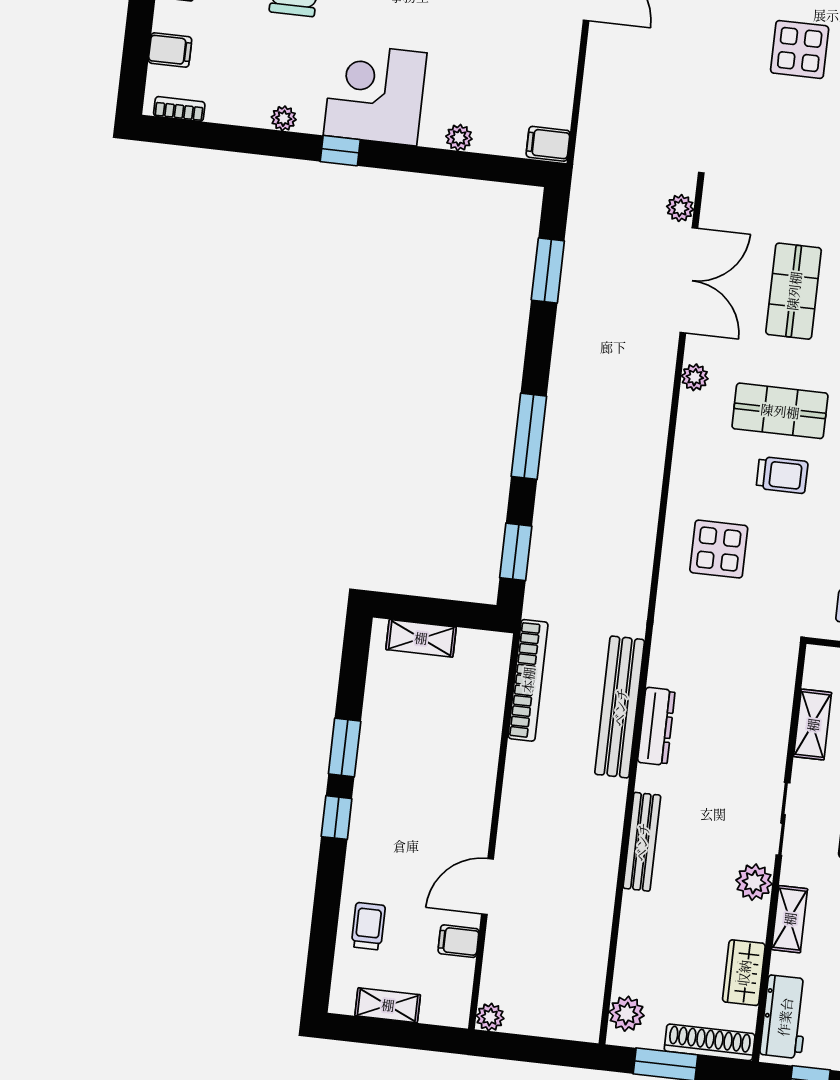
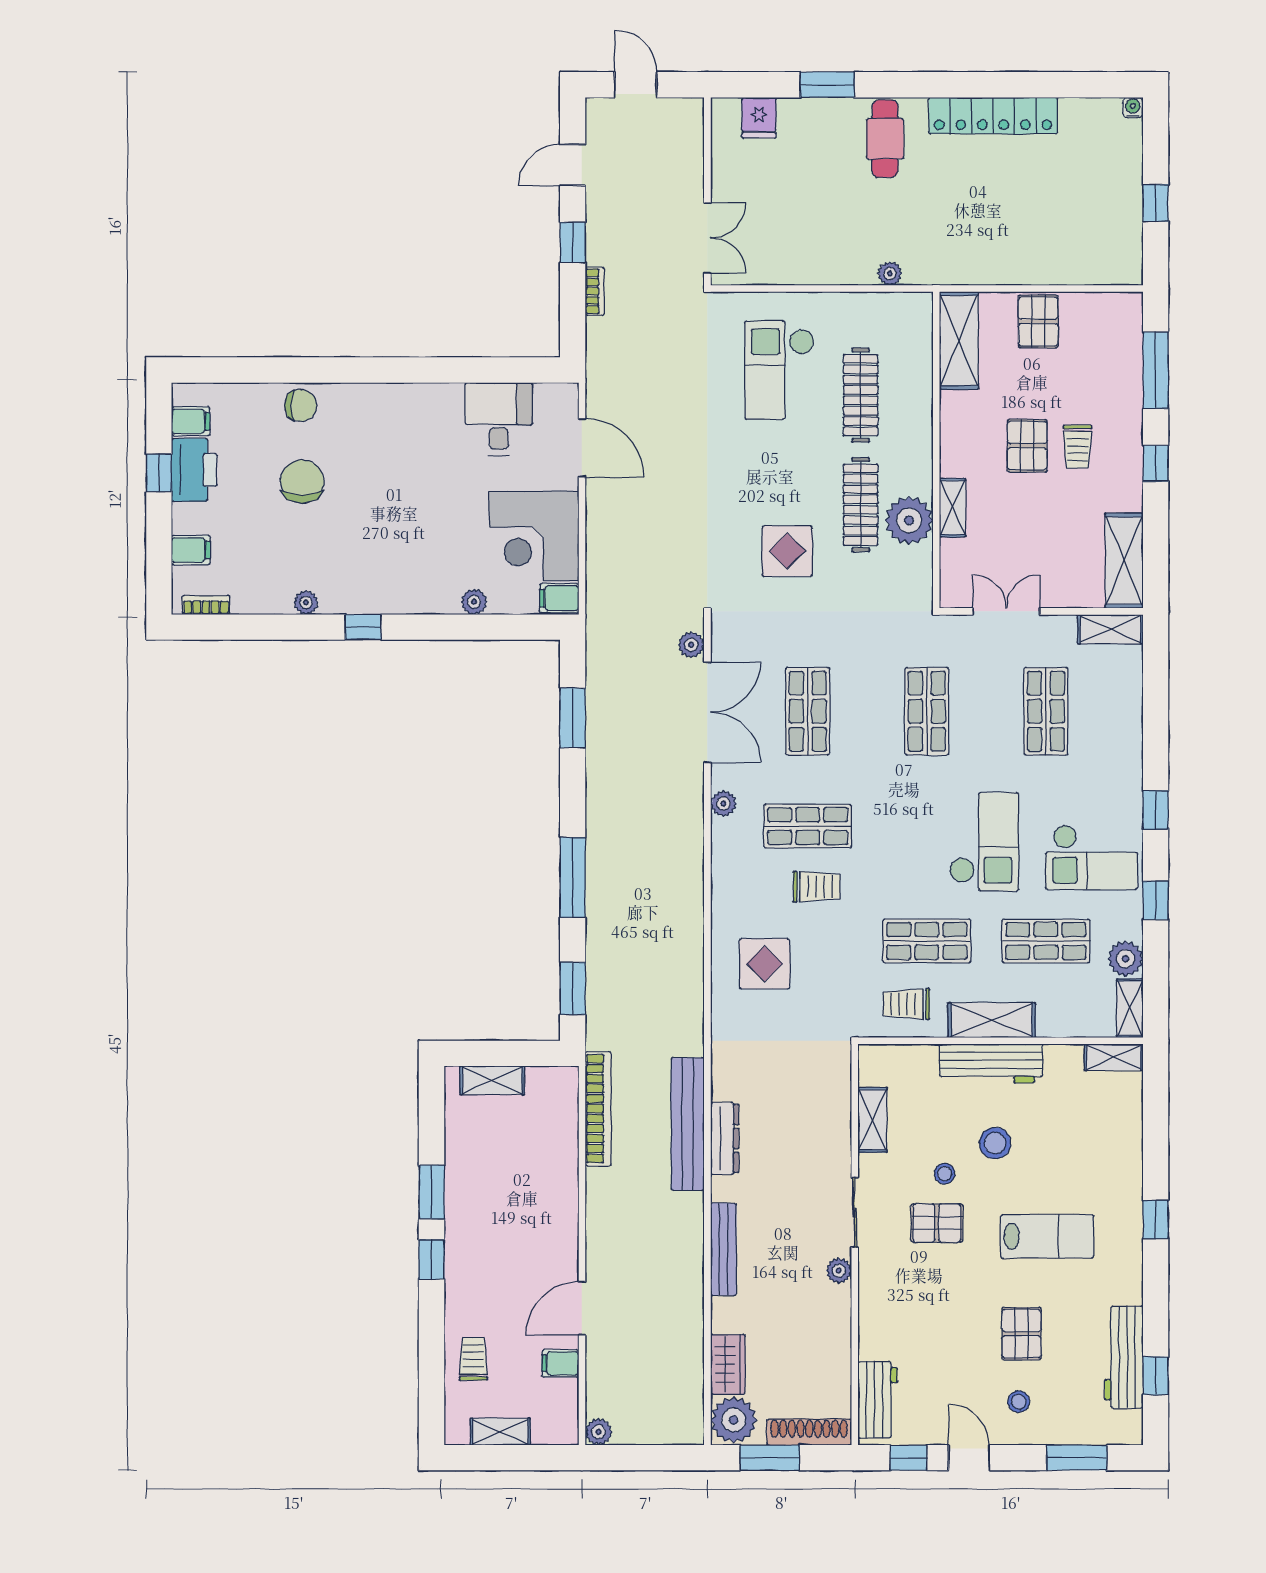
display table: (800, 49) -> (787, 551), moved
corner desk: (375, 94) -> (534, 536), moved, turned -90
plant: (754, 882) -> (839, 1271), width x0.73, depth x0.73
shelving: (790, 919) -> (872, 1307), removed
wardrobe: (744, 973) -> (728, 1364), moved, turned 180
plant: (627, 1014) -> (734, 1420), width x1.36, depth x1.36

